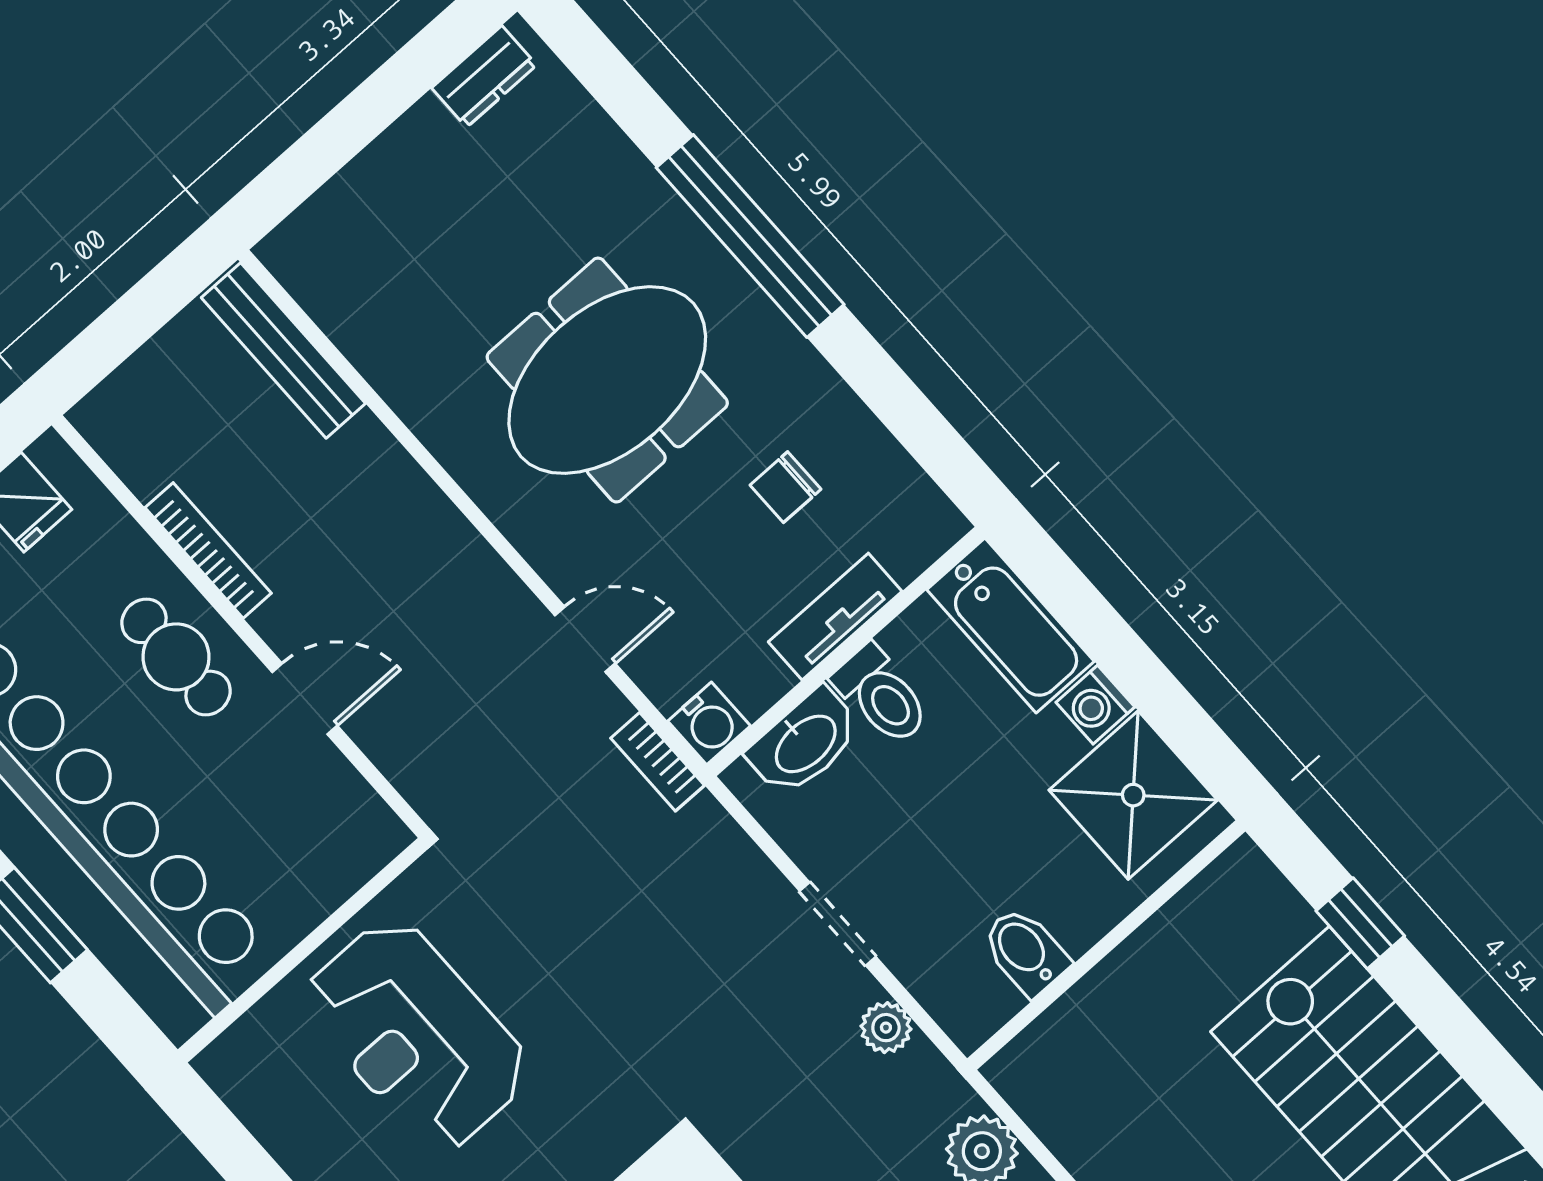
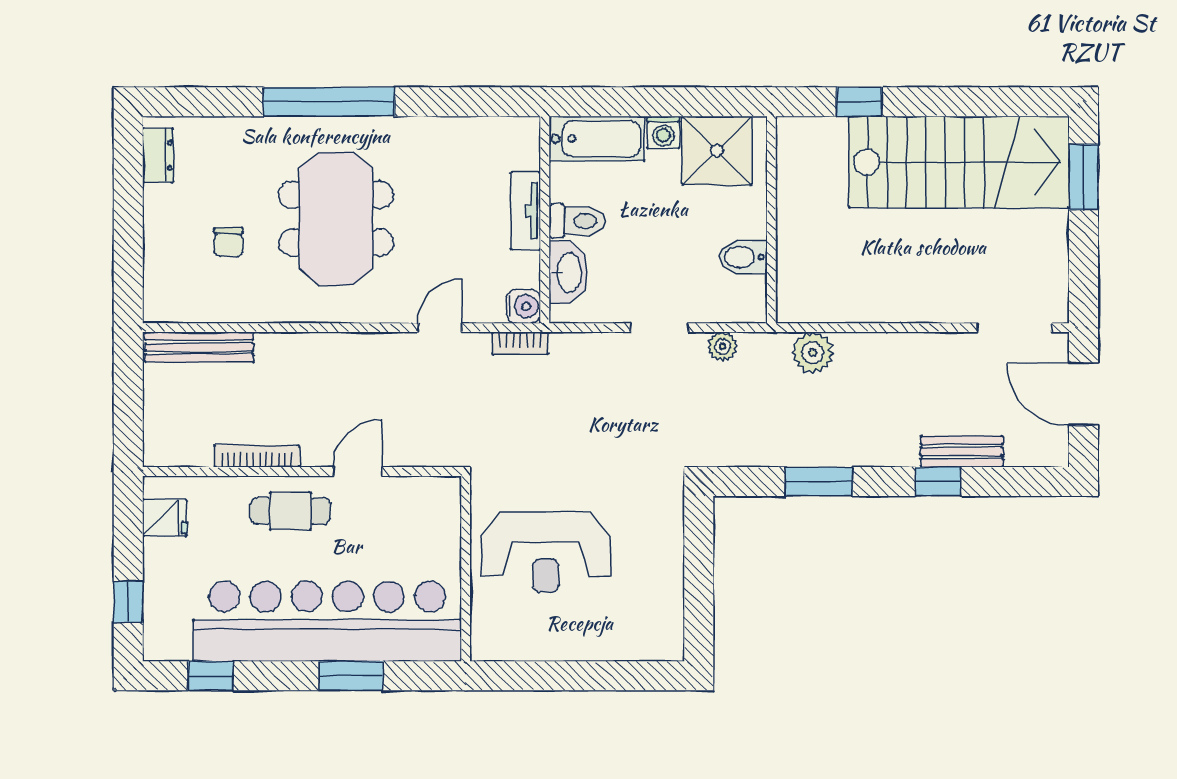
chair: (786, 487) -> (228, 242), moved

